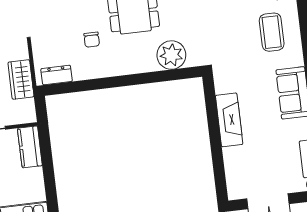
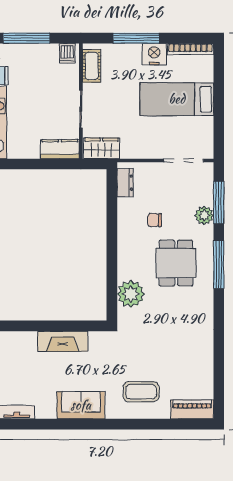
wardrobe: (21, 79) -> (102, 148), moved

